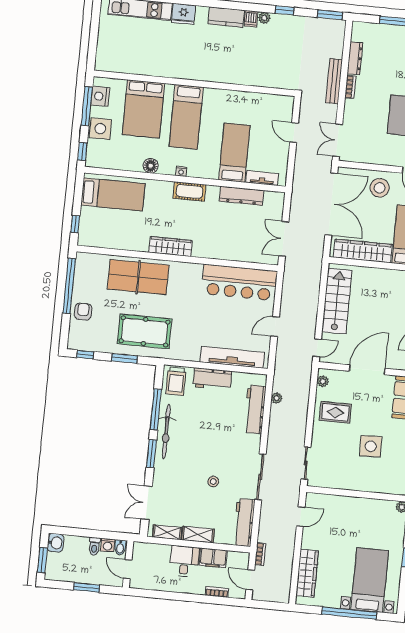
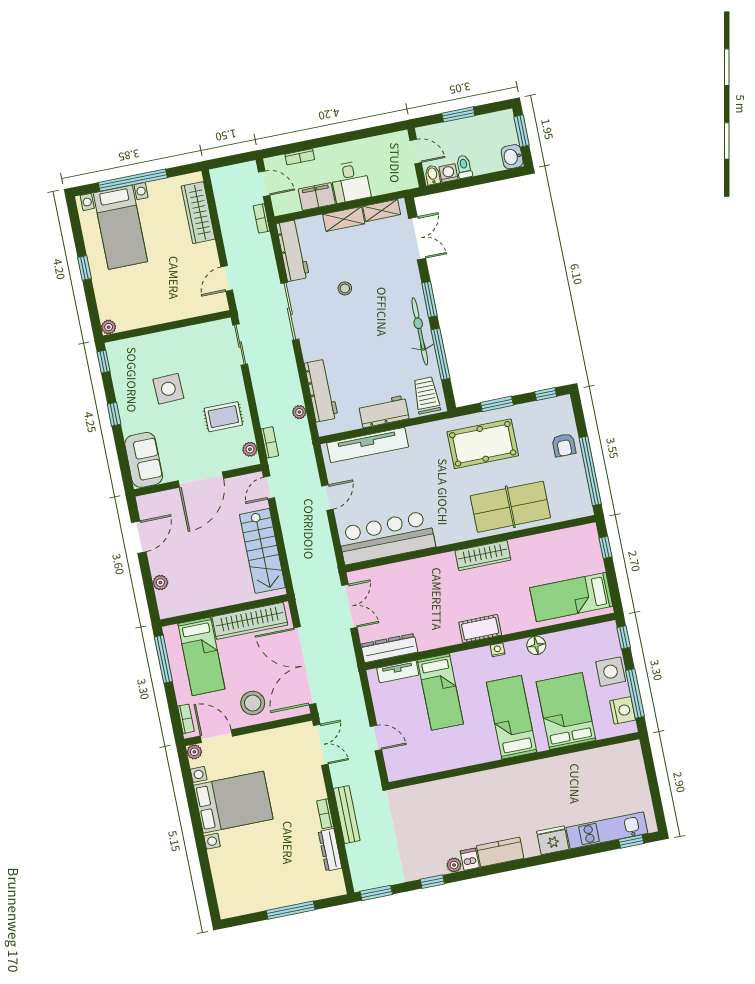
dresser: (241, 196) -> (389, 648), moved
bookcase: (306, 382) -> (270, 442), added

